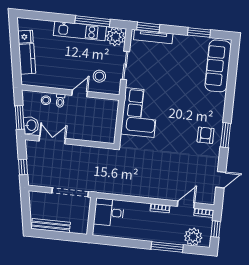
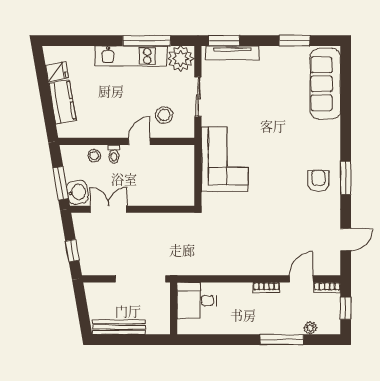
plant: (193, 237) -> (310, 328), width x0.53, depth x0.53

